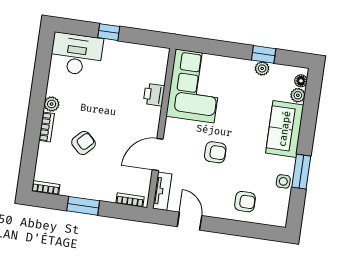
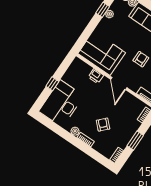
desk: (76, 54) -> (61, 104), width x1.36, depth x1.30
door: (158, 154) -> (119, 83), moved

